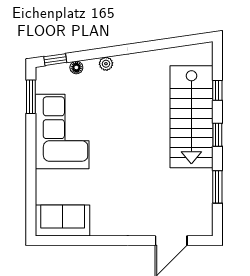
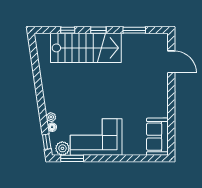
plant: (106, 64) -> (51, 117), moved
plant: (46, 83) -> (62, 148), added

